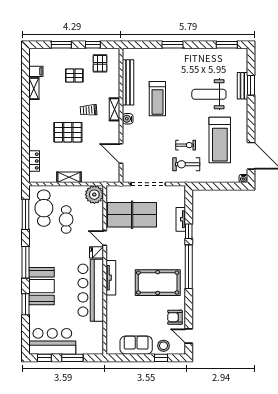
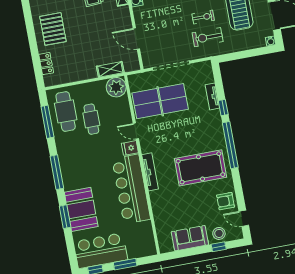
pallet: (68, 132) -> (53, 29), moved, turned 90
shelving: (69, 177) -> (110, 69), moved
booth: (42, 286) -> (81, 209), moved

